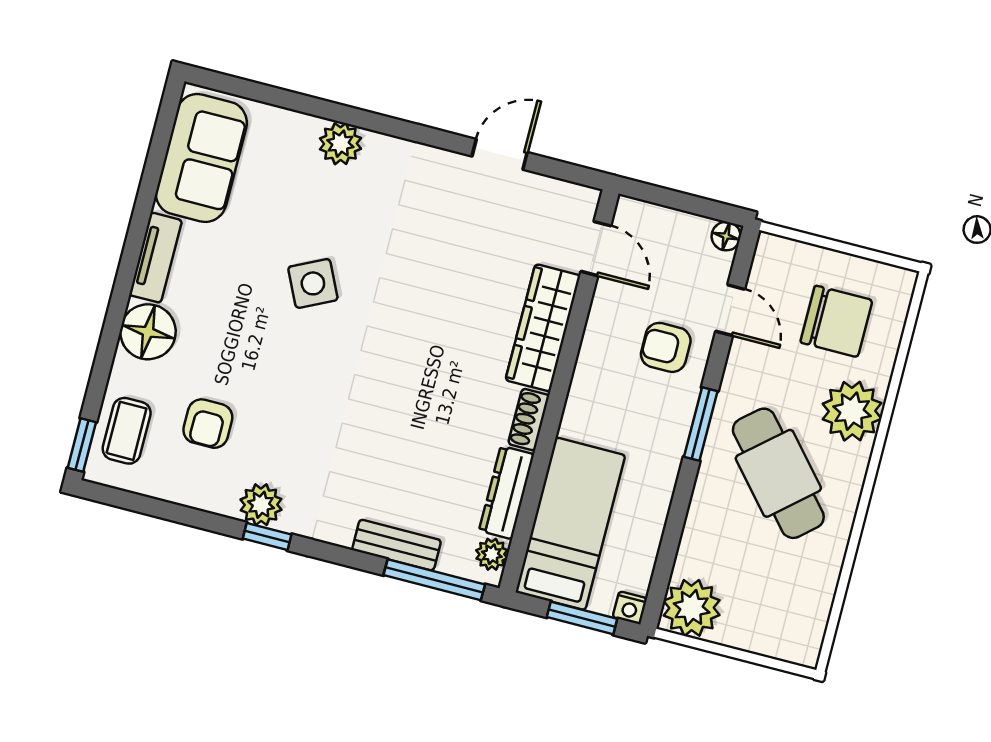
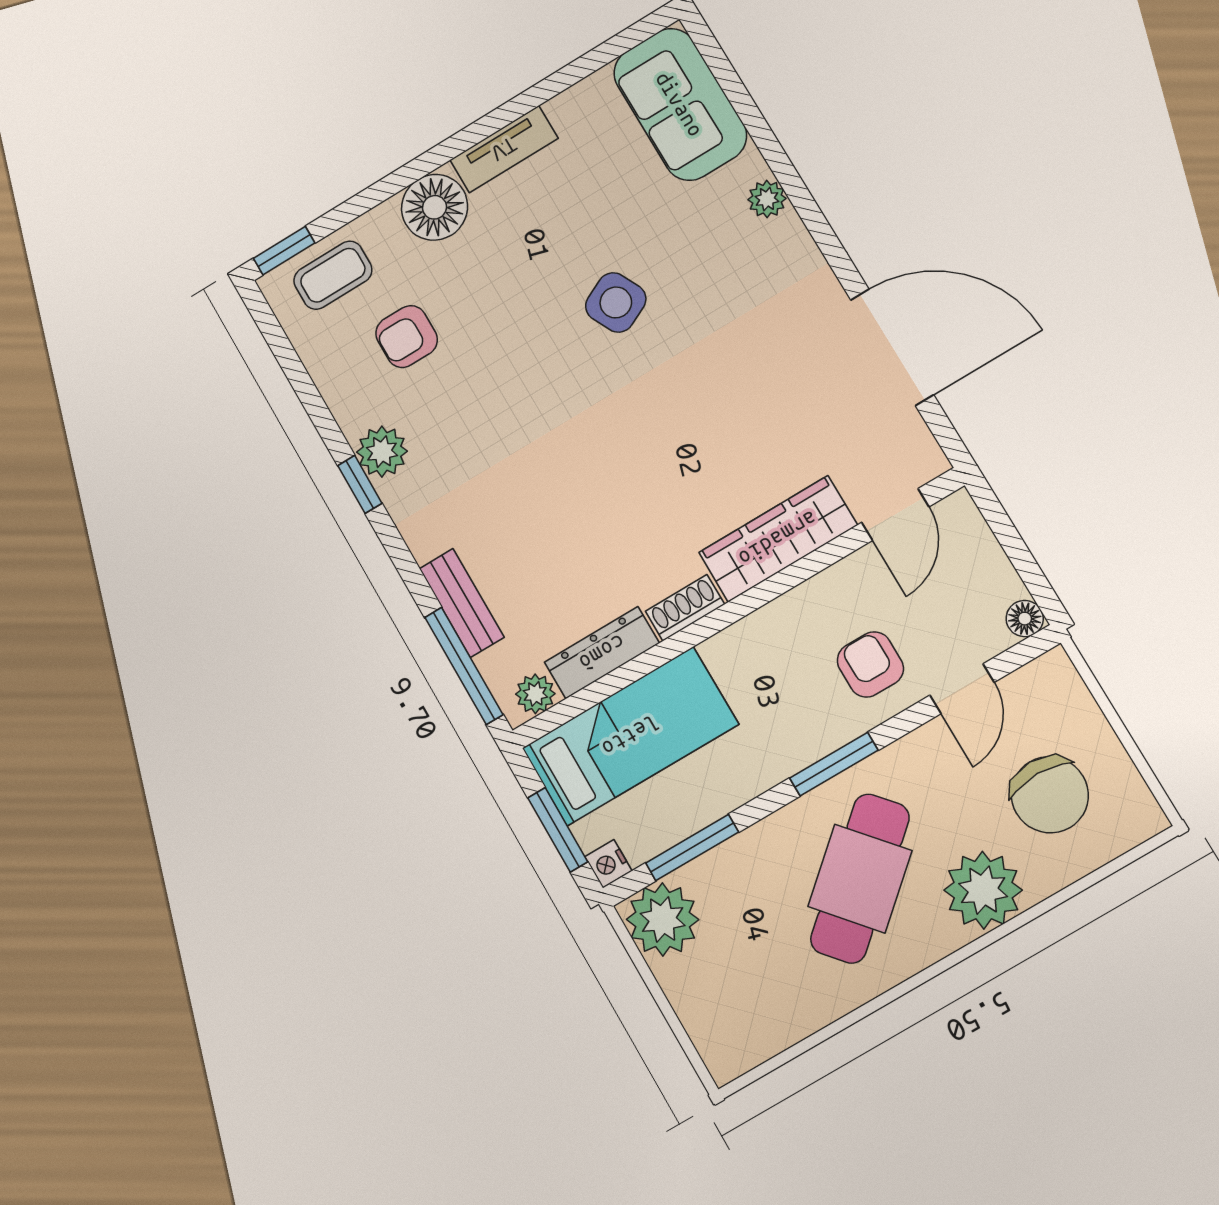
plant: (340, 144) -> (767, 199), width x0.73, depth x0.73
door: (500, 154) -> (892, 347), width x1.88
sofa: (201, 158) -> (680, 104), moved, turned 90
window: (668, 551) -> (692, 848), added

